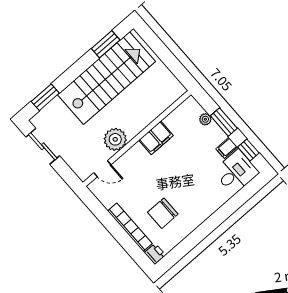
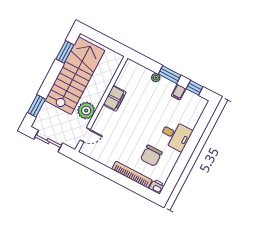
wall: (137, 138) -> (101, 104), moved
filing cabinet: (156, 138) -> (115, 98), moved
plant: (115, 139) -> (86, 111), moved
door: (102, 169) -> (85, 135), moved
desk: (236, 172) -> (176, 135), moved, turned 90

